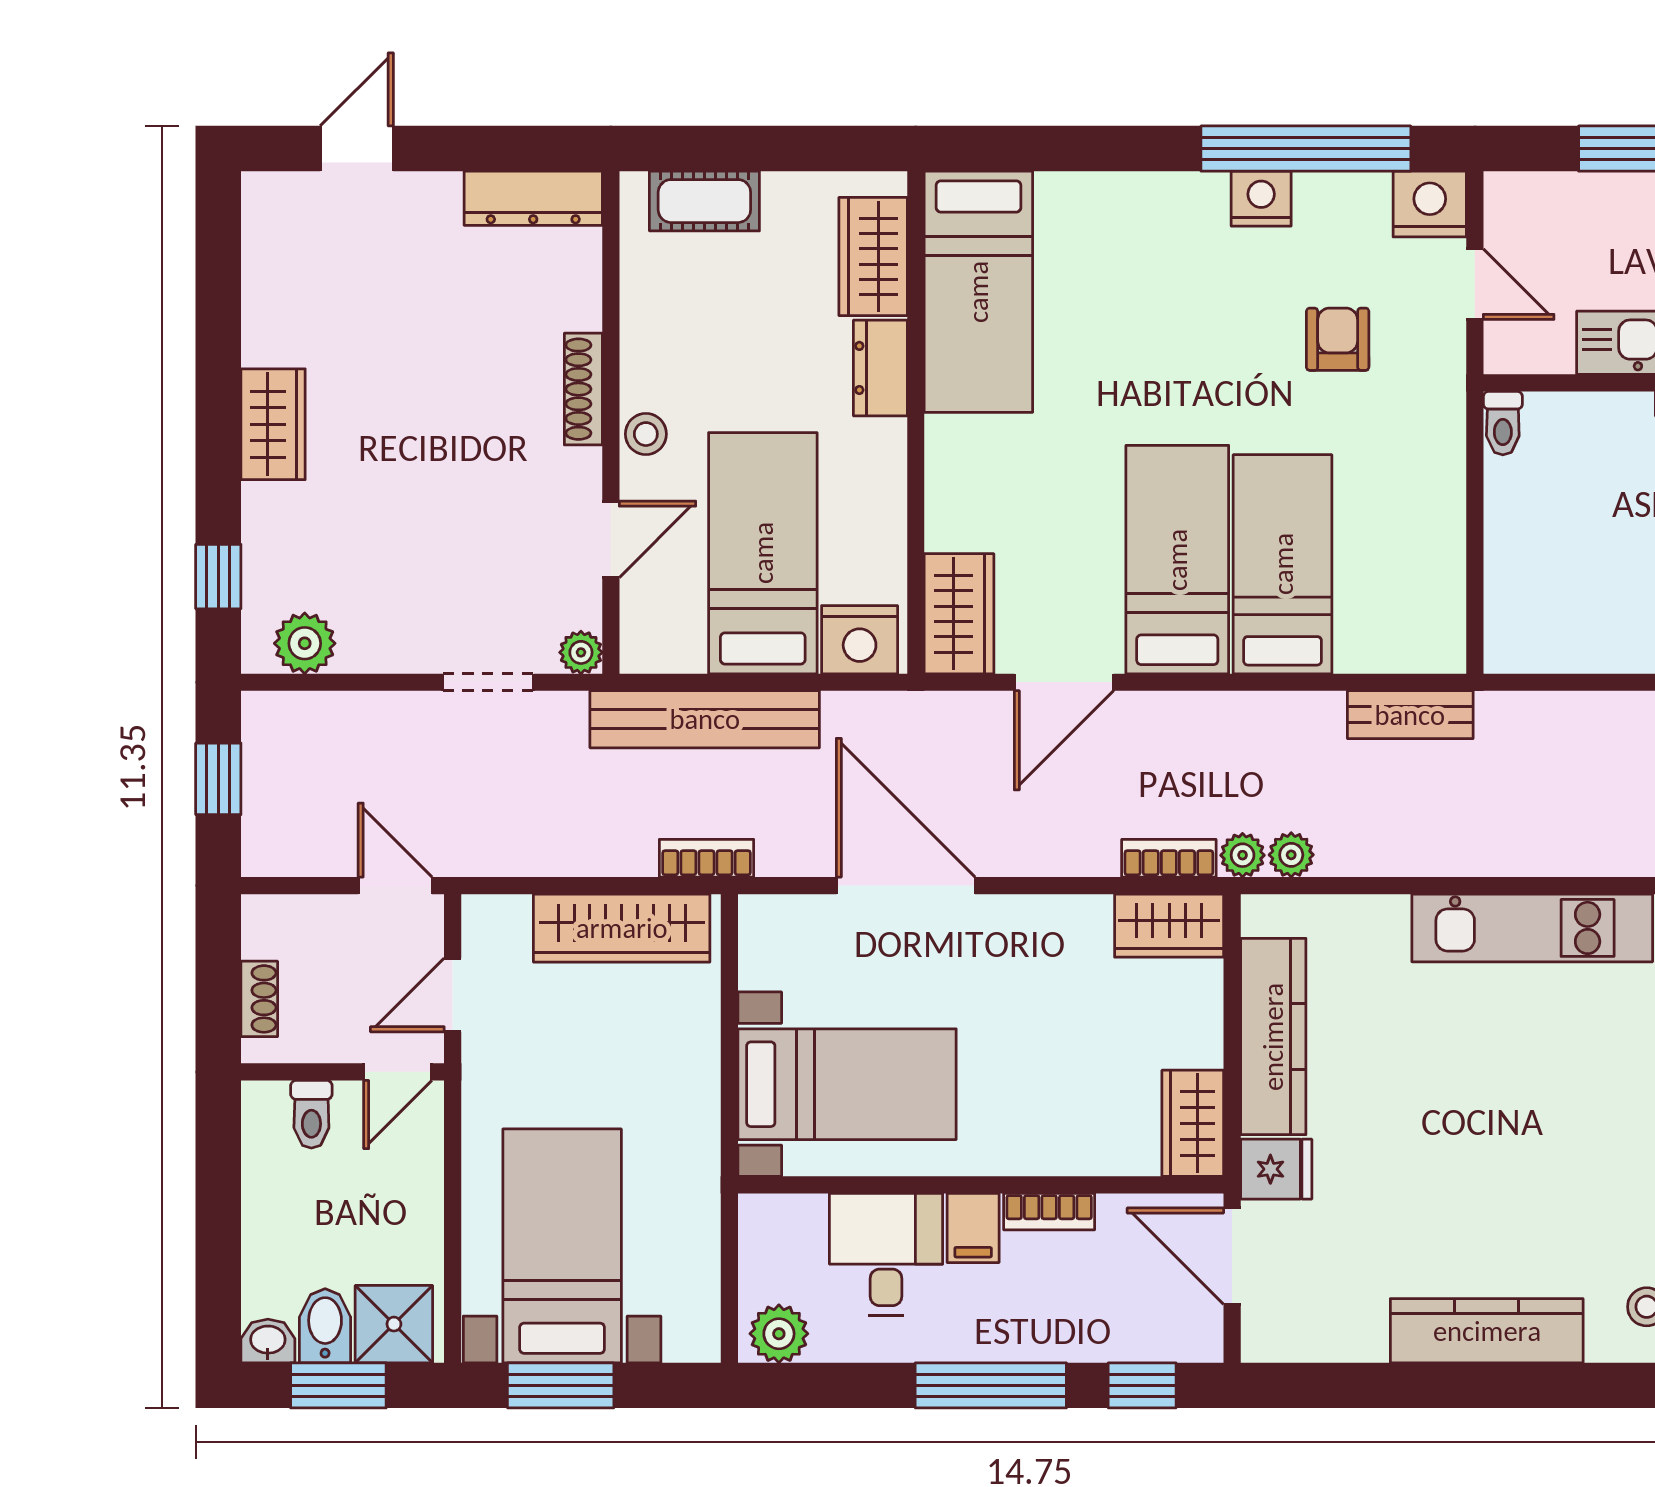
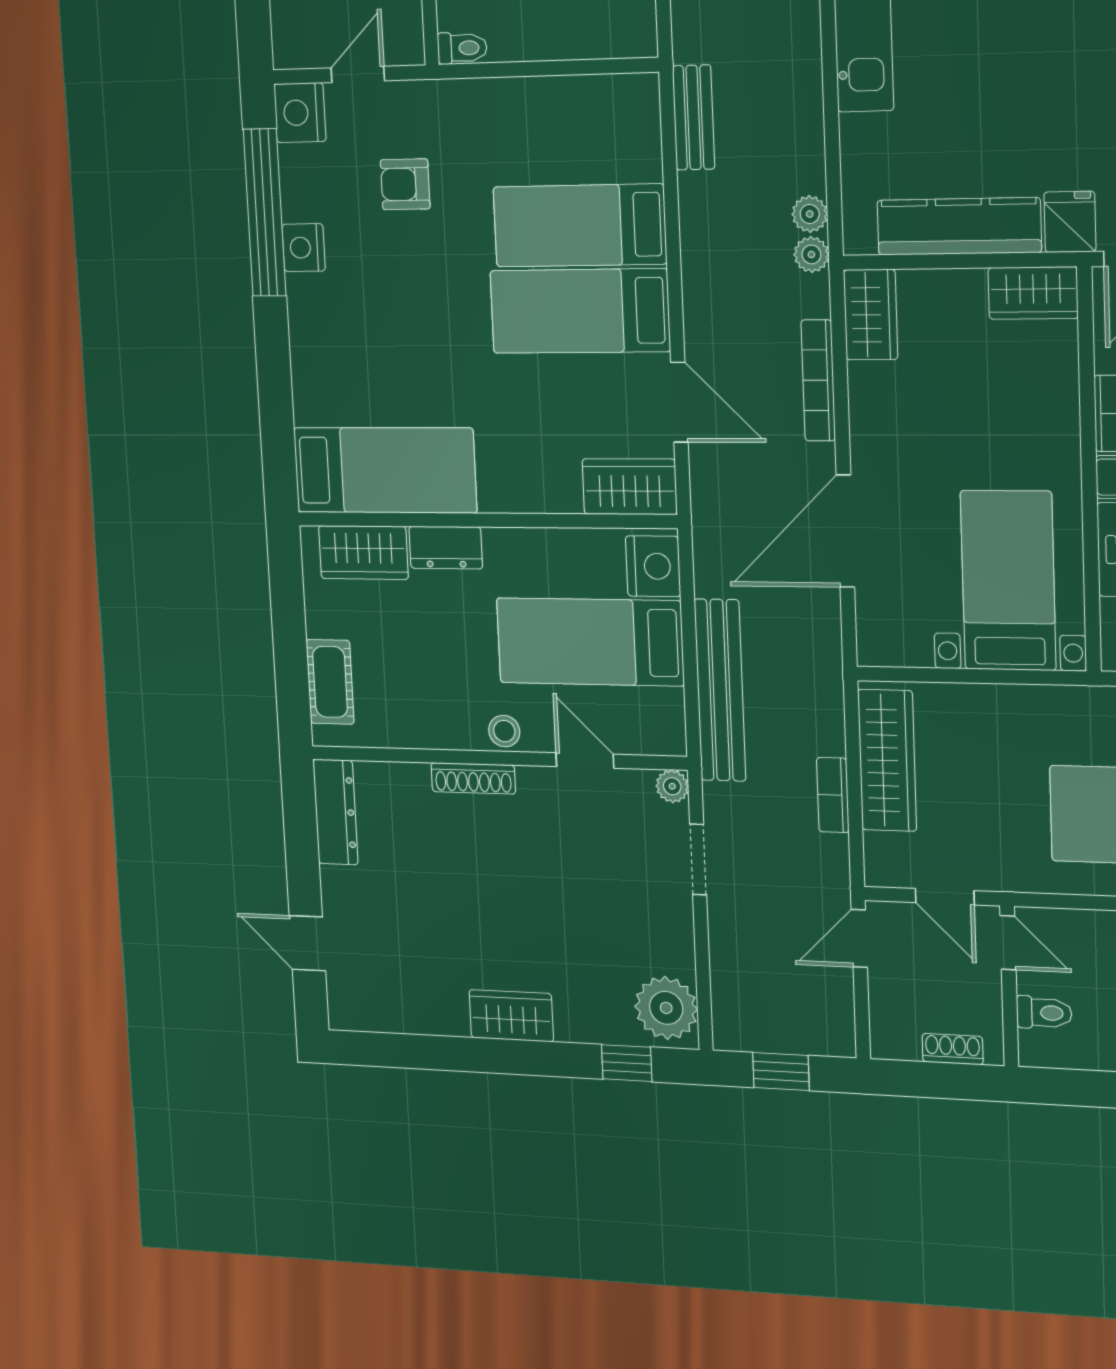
plant: (305, 643) -> (666, 1008), width x1.36, depth x1.36
bookcase: (706, 858) -> (833, 795), moved
bookcase: (1169, 858) -> (818, 380), moved, width x1.56

